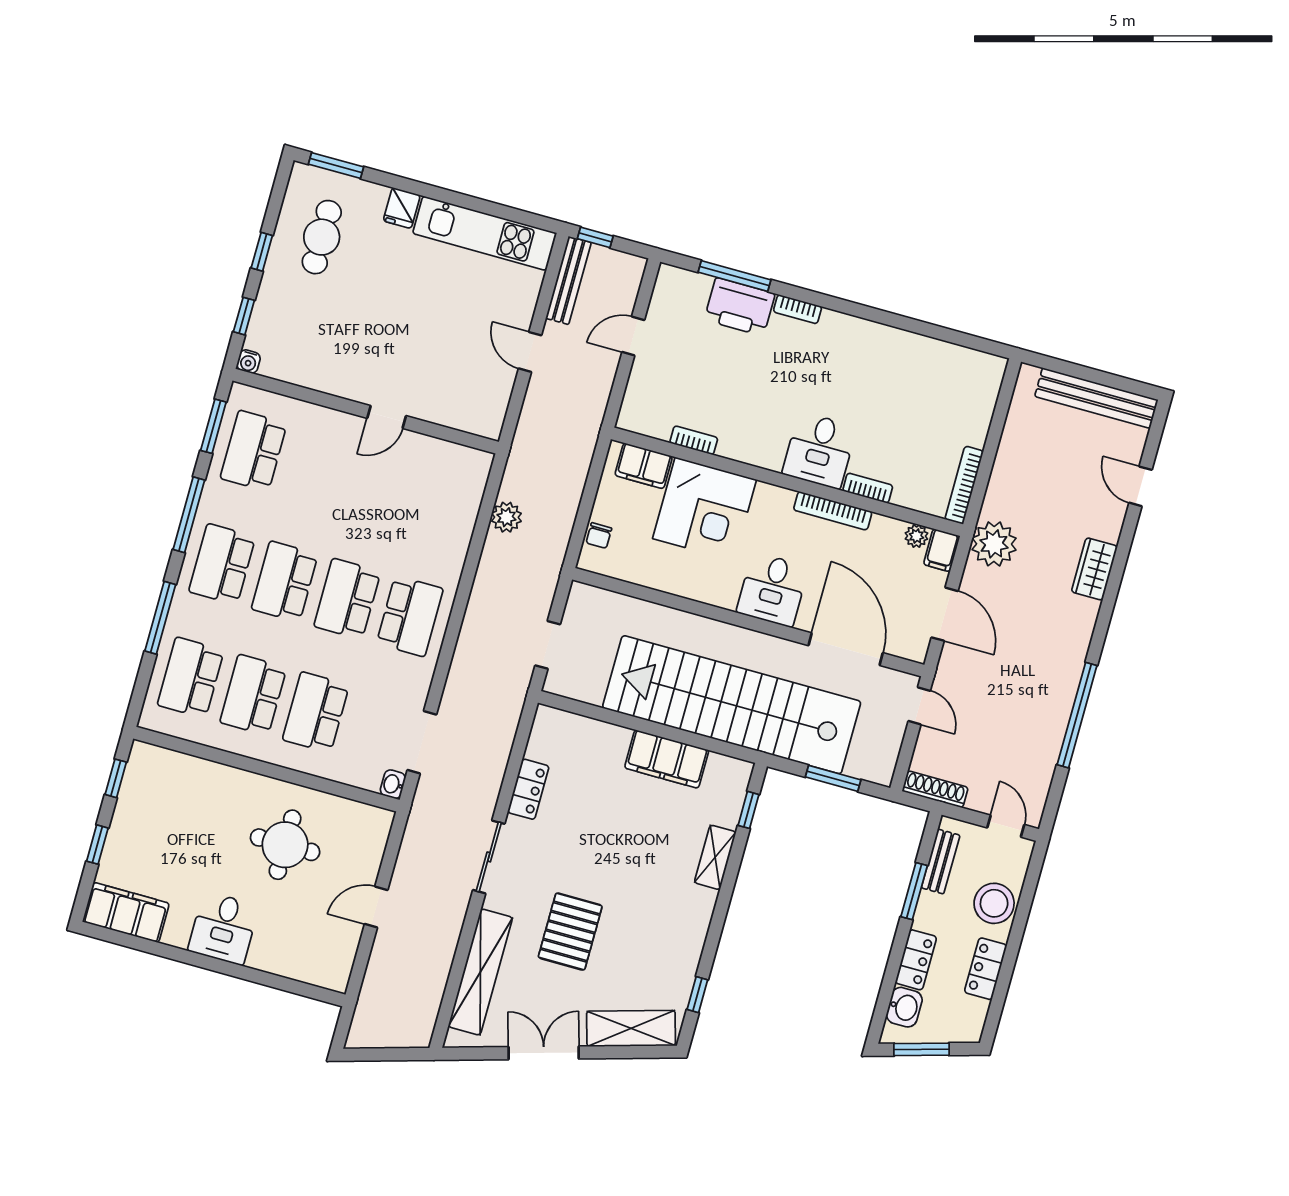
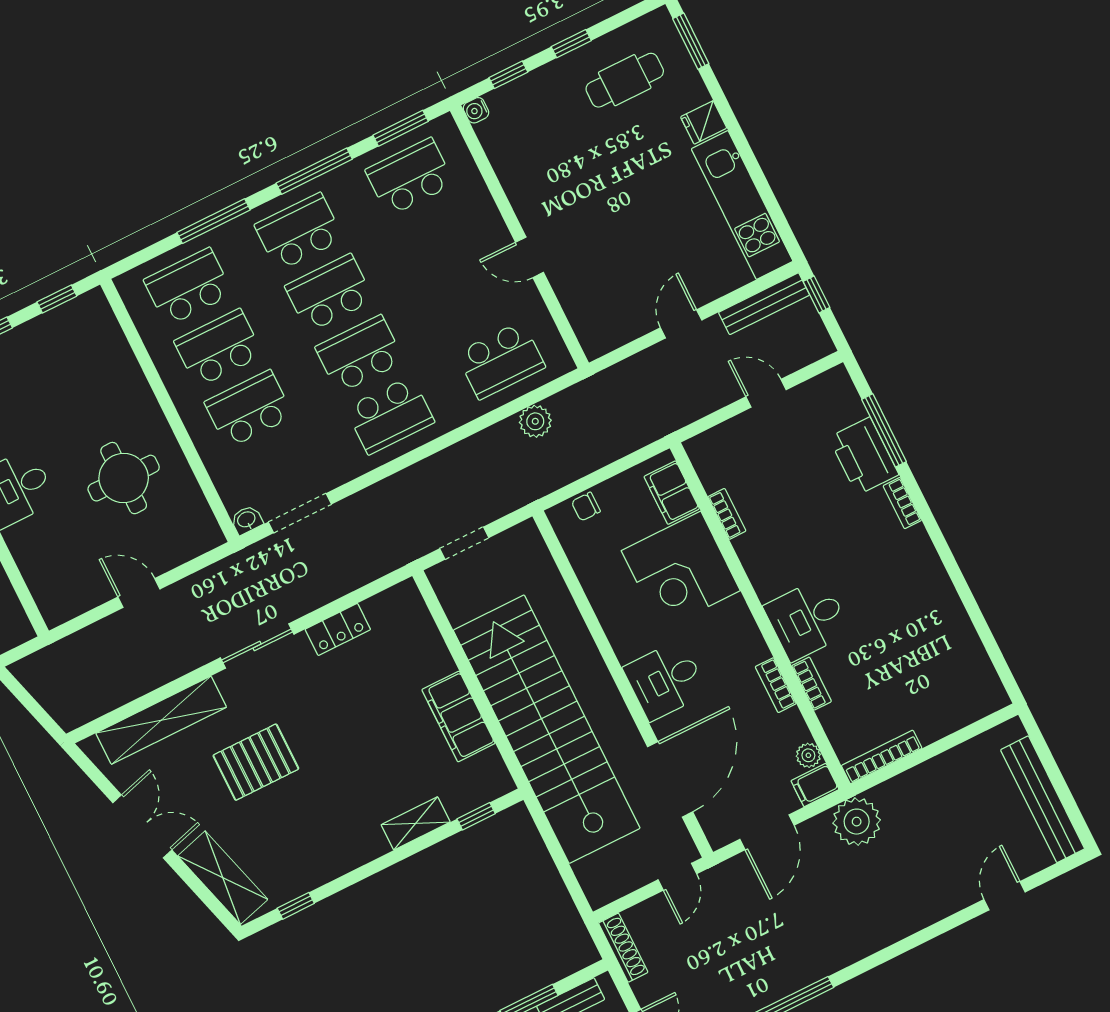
school desk: (441, 503) -> (501, 360), added
bookcase: (833, 511) -> (776, 685), width x0.64
wardrobe: (1094, 569) -> (907, 918), removed
window: (833, 778) -> (560, 860), removed

